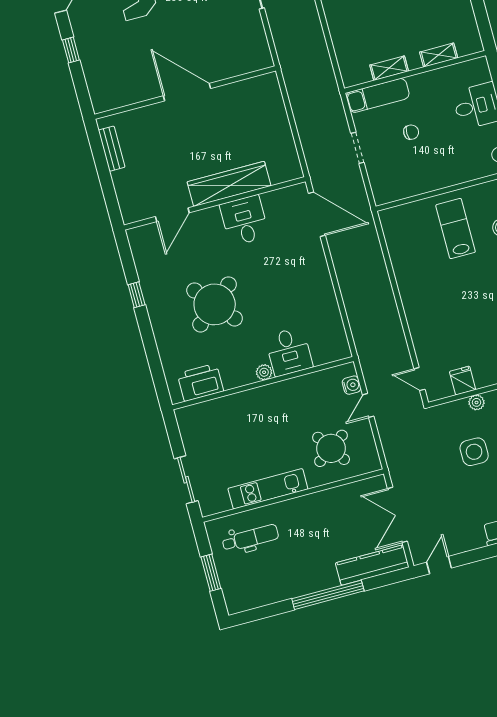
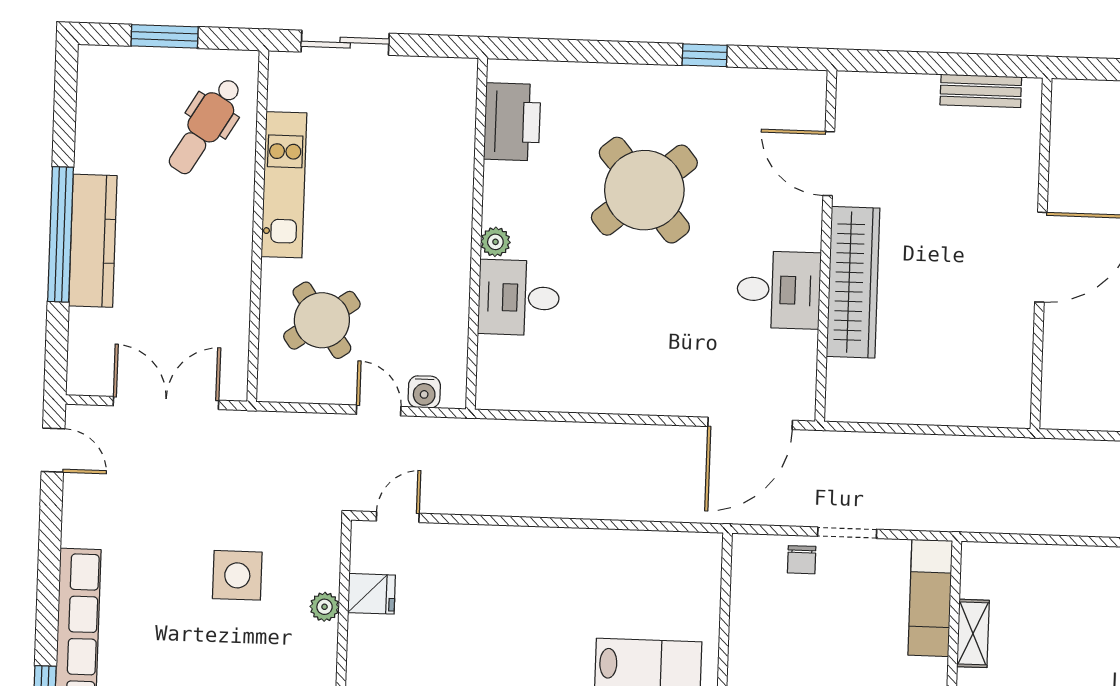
chair: (411, 132) -> (802, 560), moved
dental chair: (250, 538) -> (205, 126), turned 31
kitchen counter: (372, 565) -> (93, 241), moved

